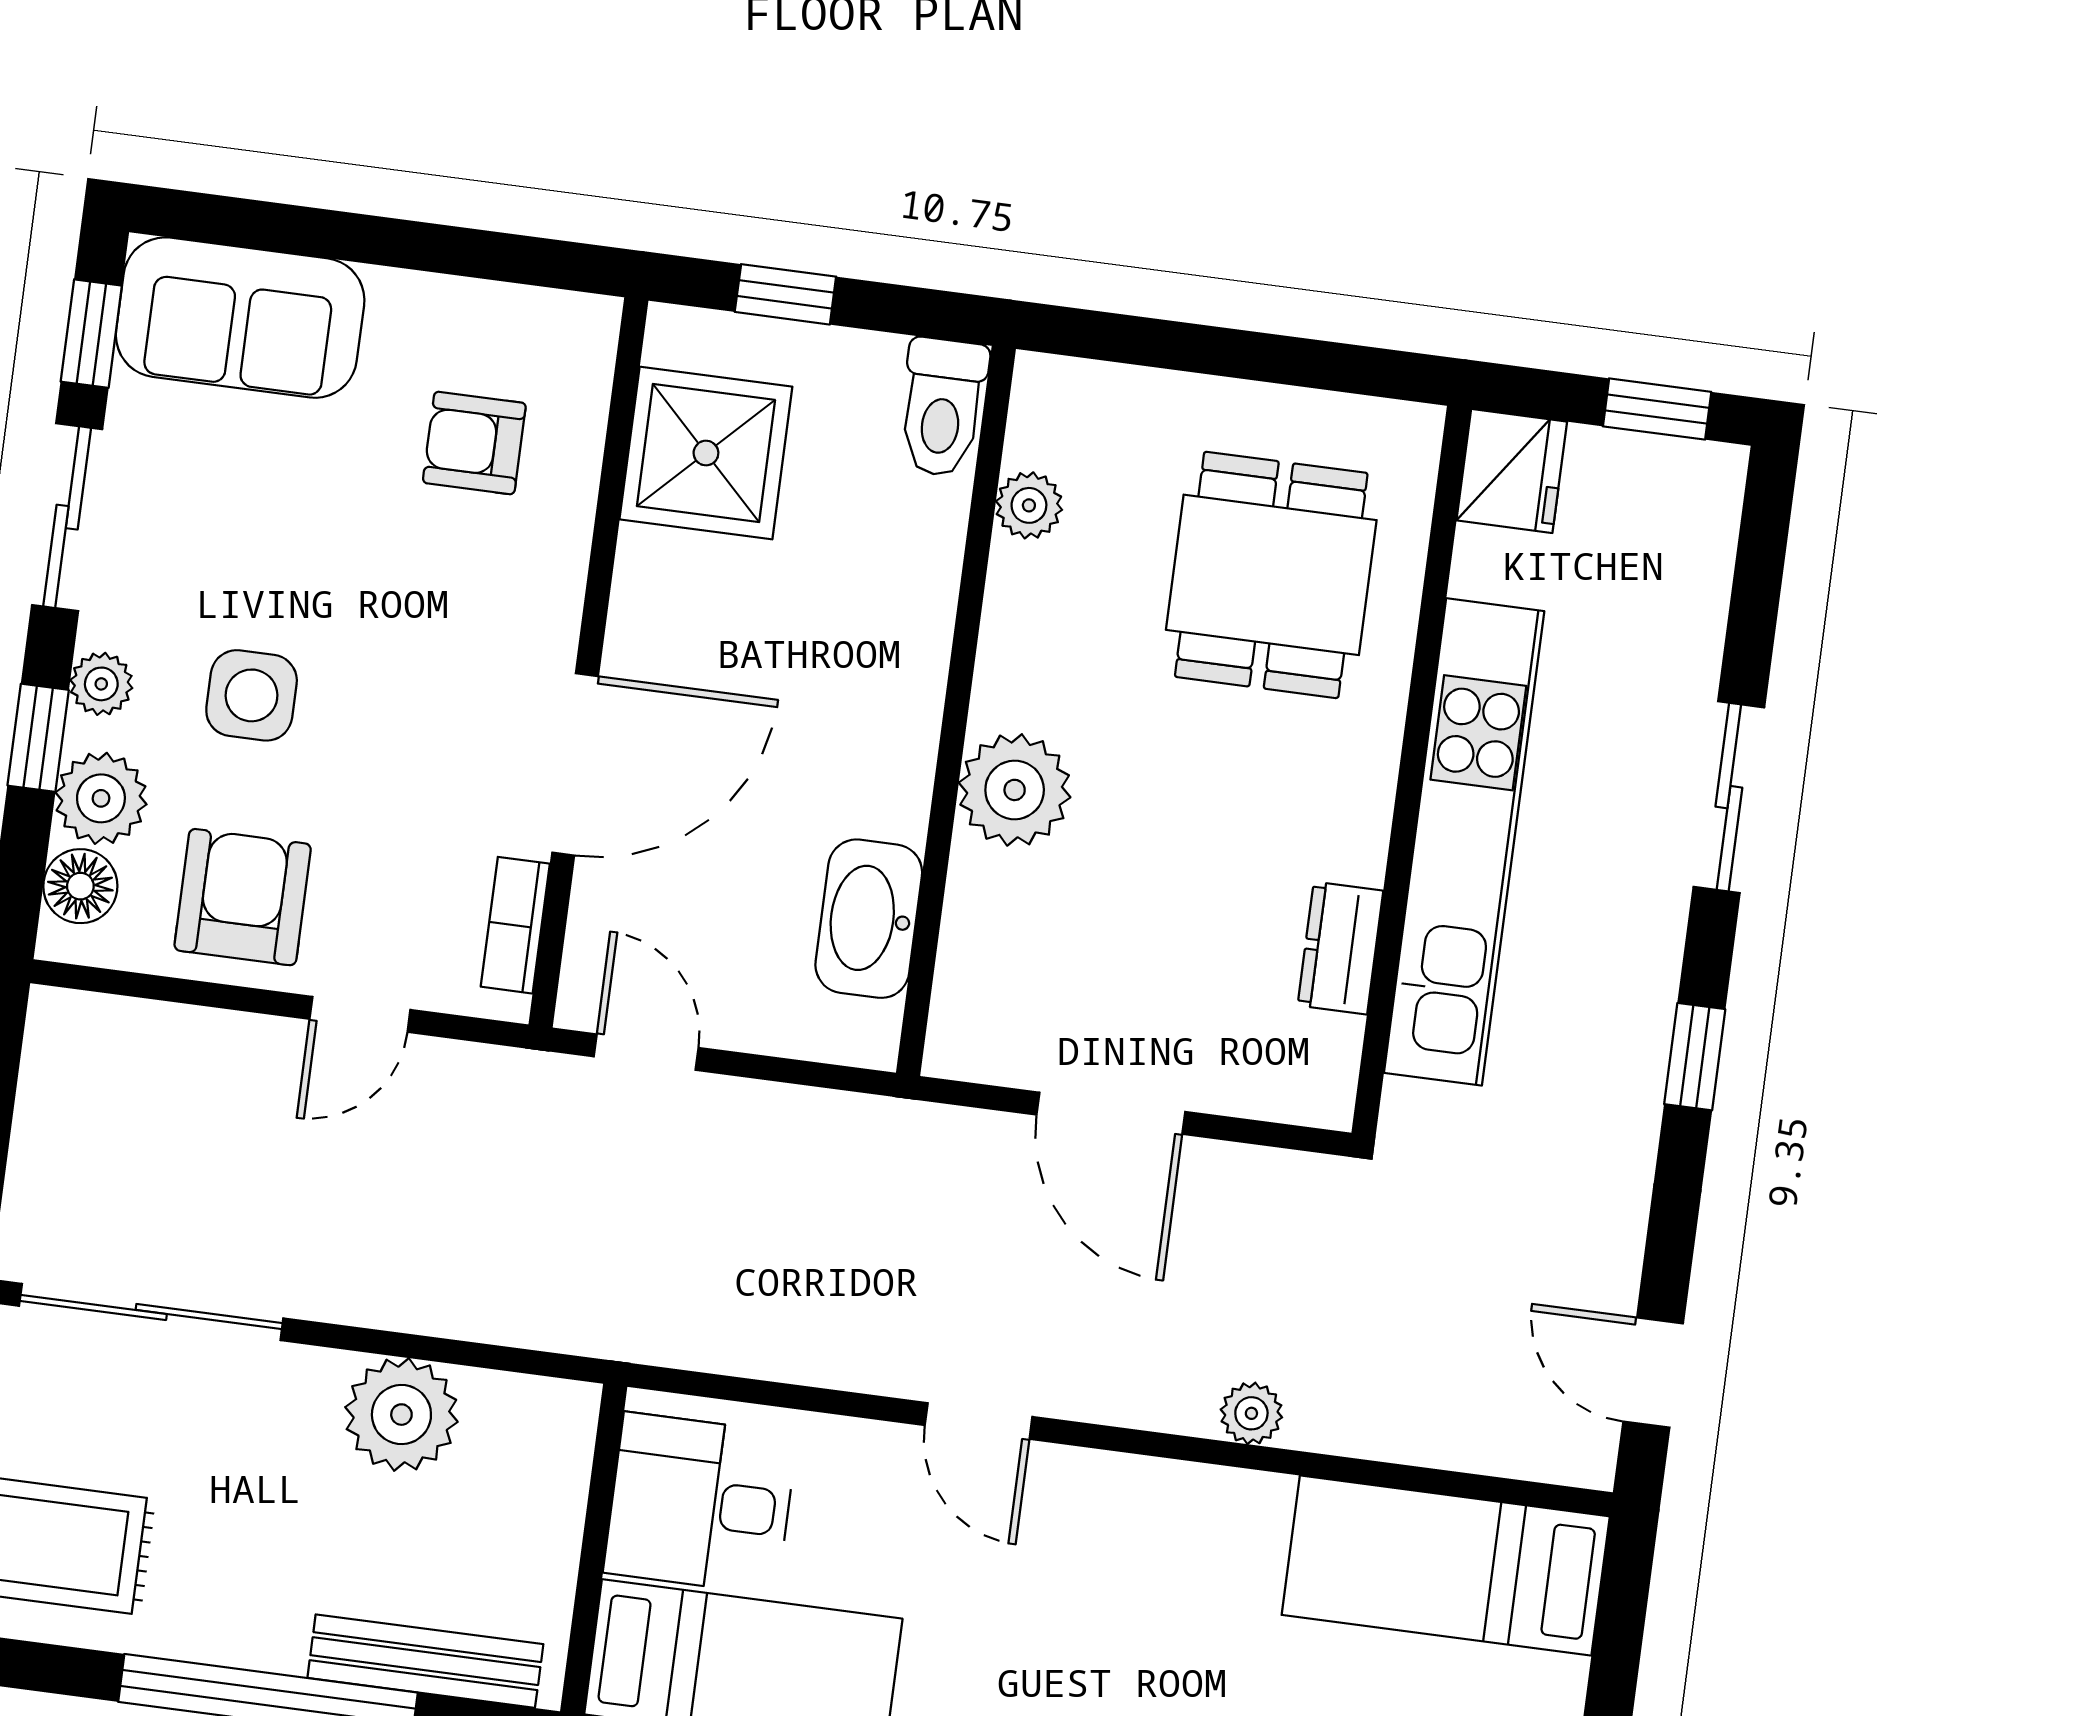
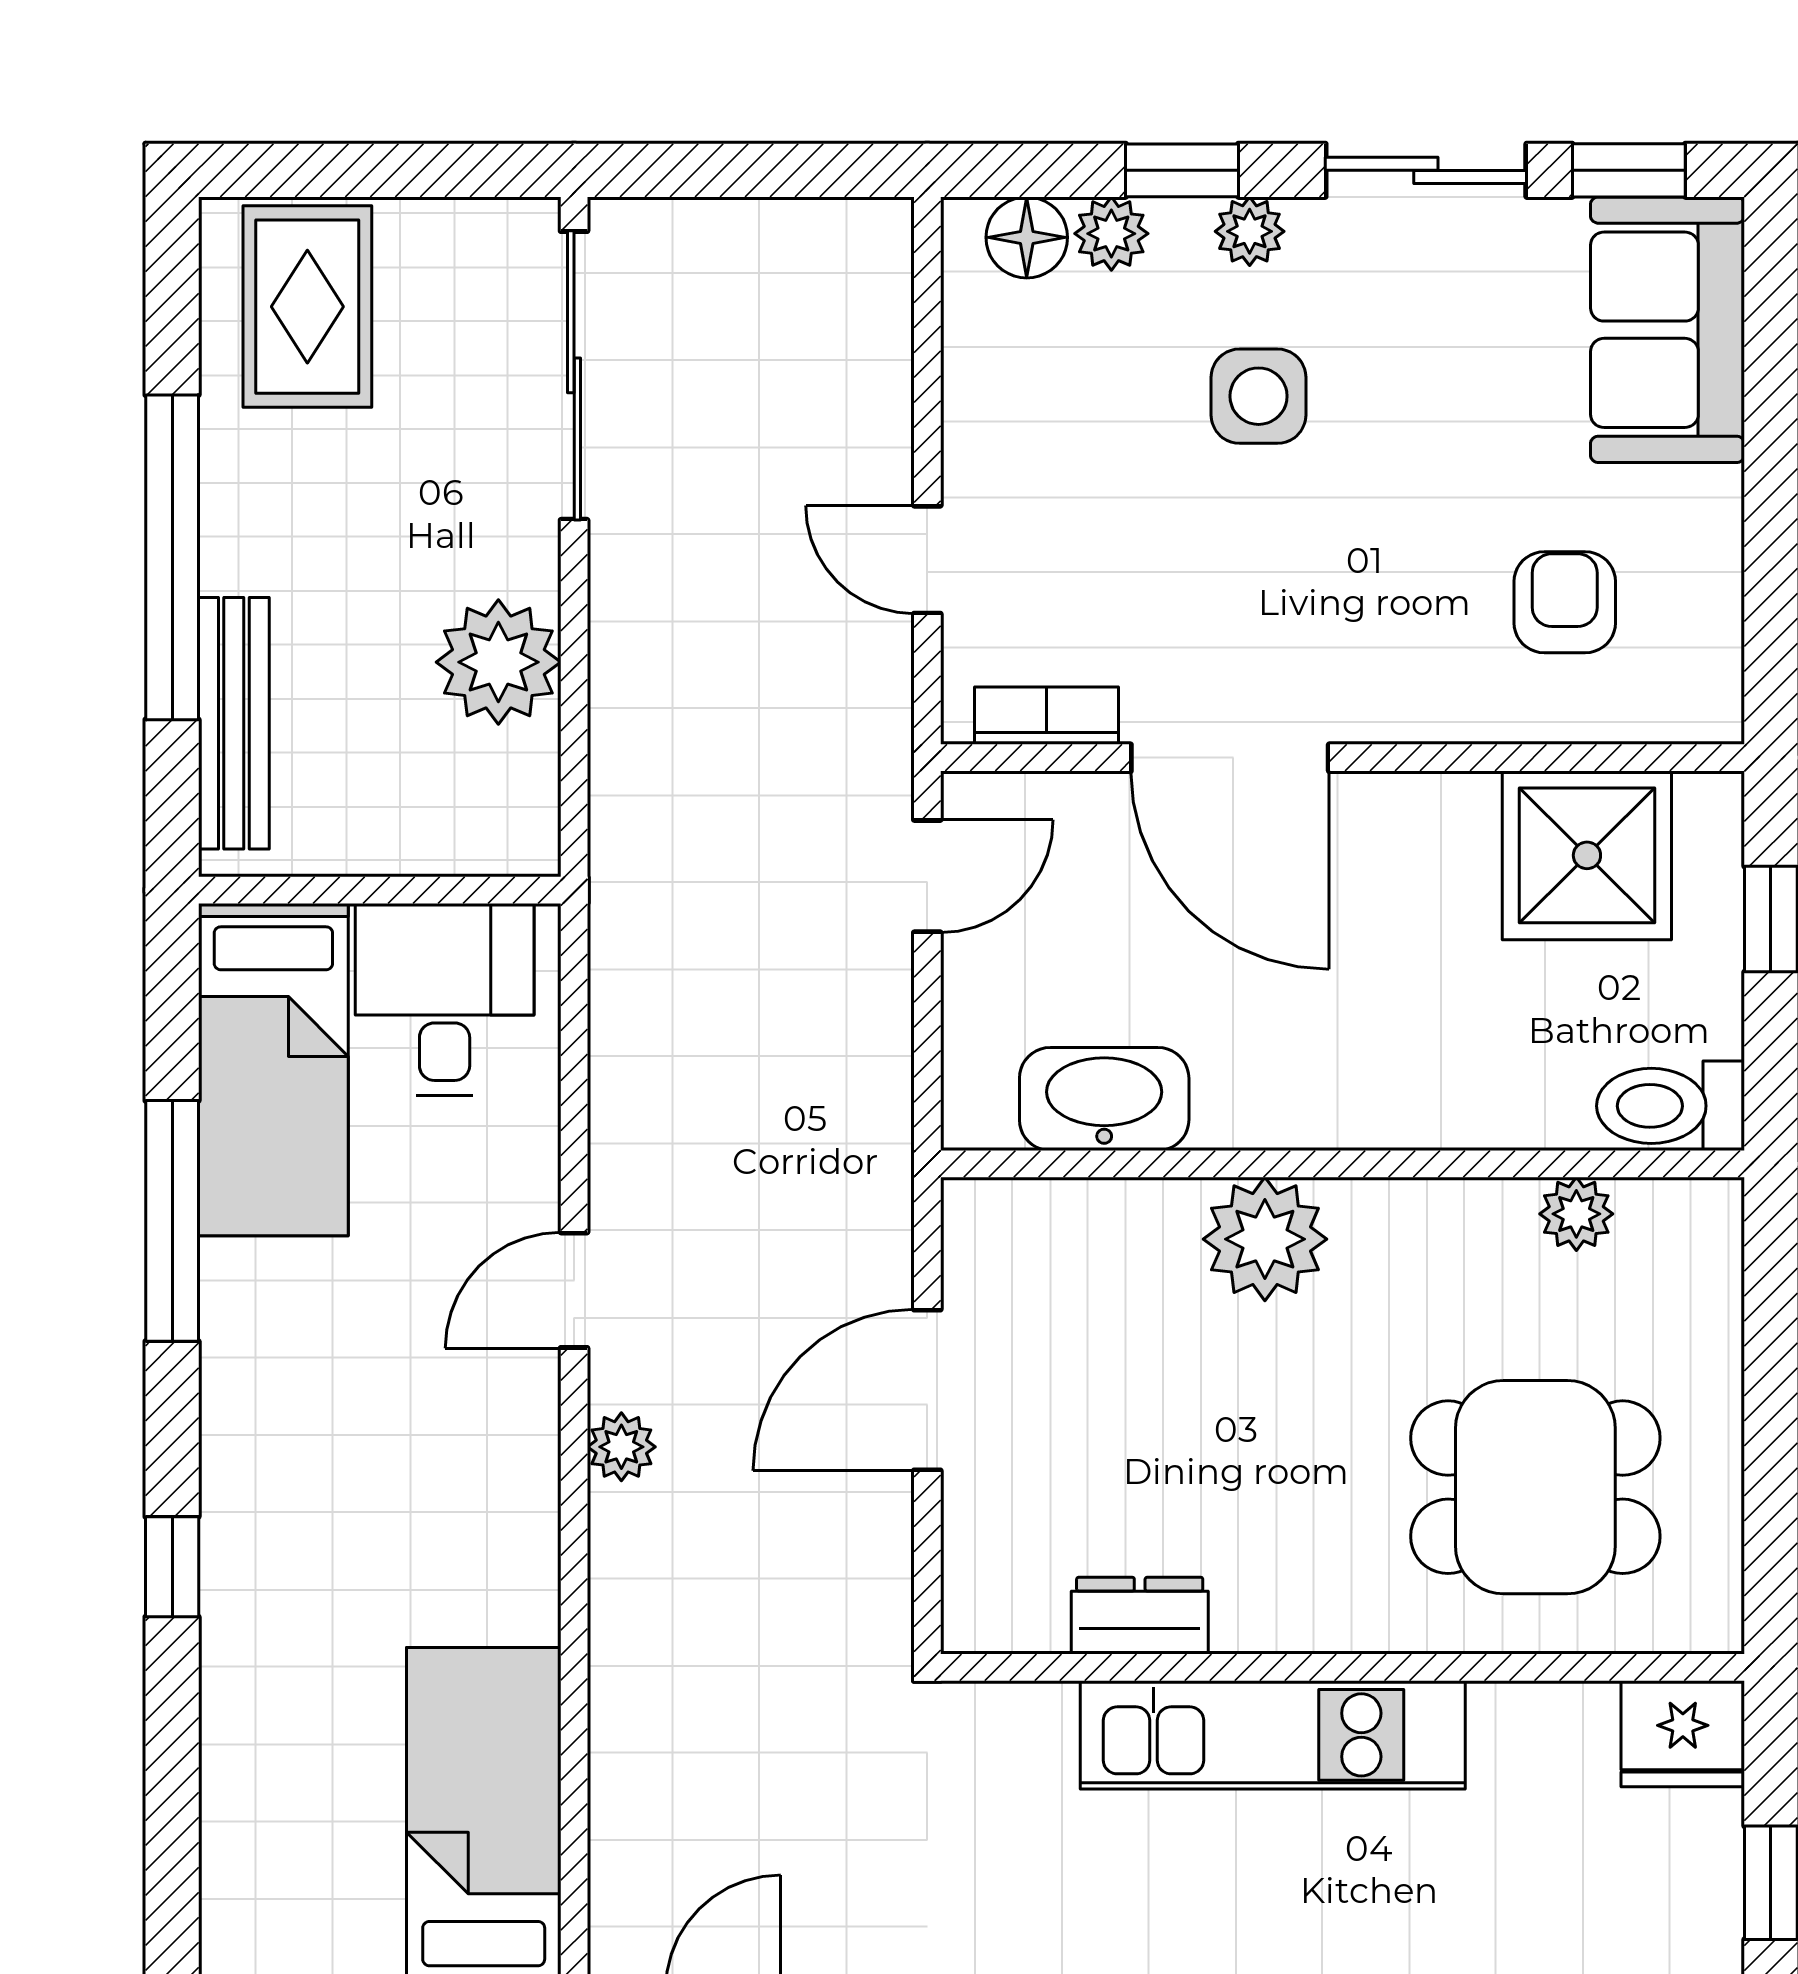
plant: (101, 798) -> (1111, 234), width x0.73, depth x0.73
kitchen unit: (1464, 842) -> (1273, 1735), width x0.73
armchair: (243, 897) -> (1038, 415), removed
plant: (1251, 1413) -> (621, 1447), moved

